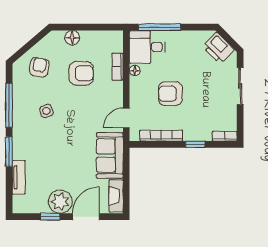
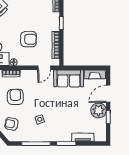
armchair: (170, 94) -> (29, 39), turned -90
door: (126, 118) -> (44, 68), hinge flipped
door: (86, 217) -> (108, 94), hinge flipped

